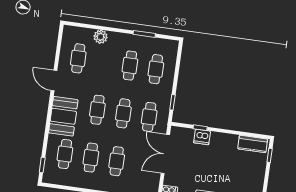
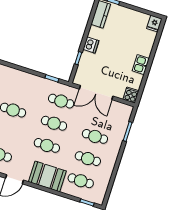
cafe table: (156, 69) -> (20, 88), removed
dishwasher: (202, 137) -> (91, 45), moved

